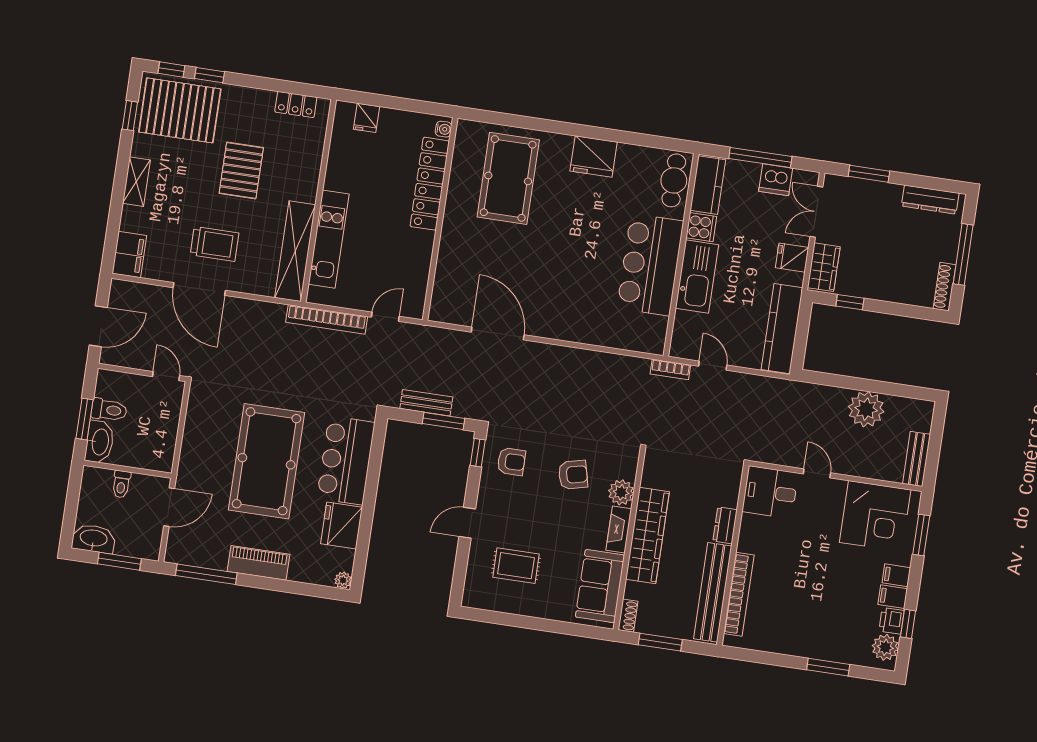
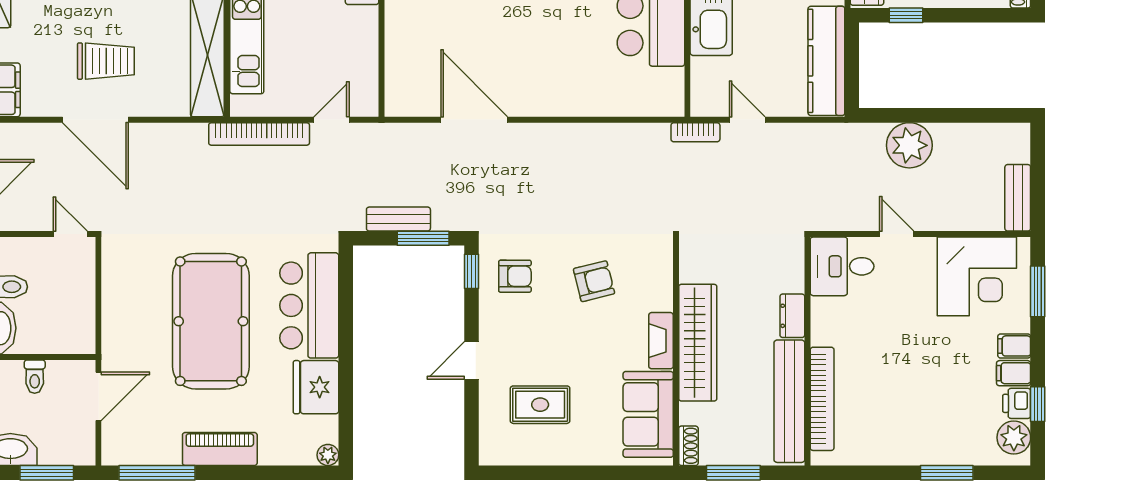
plant: (866, 409) -> (909, 145), moved
plant: (621, 492) -> (657, 294), removed

